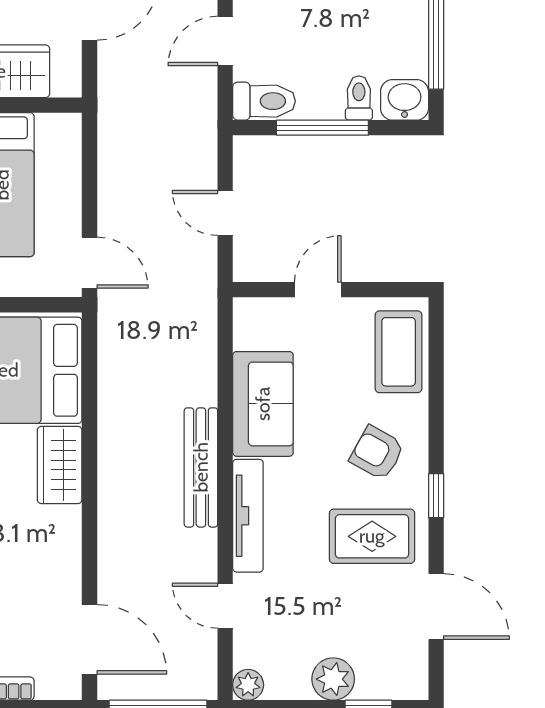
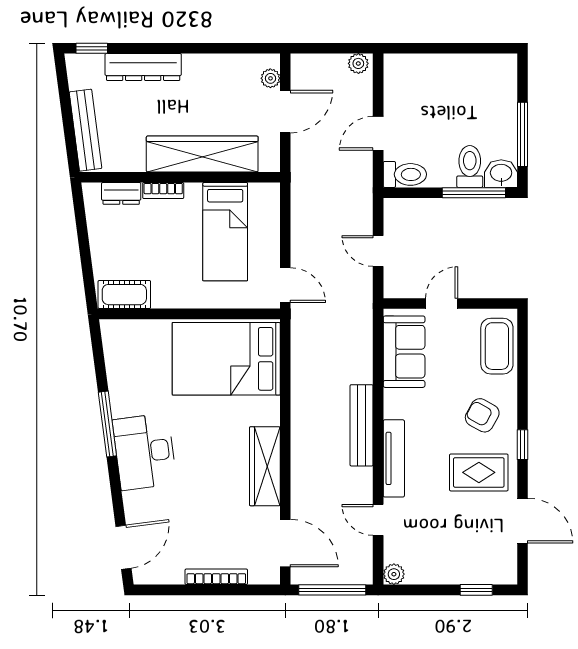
toilet: (359, 98) -> (470, 167), width x1.37, depth x1.39
window: (322, 128) -> (474, 193), moved
sofa: (263, 404) -> (404, 352), moved
wardrobe: (60, 465) -> (265, 466), moved, width x1.50
plant: (333, 679) -> (452, 570), removed

